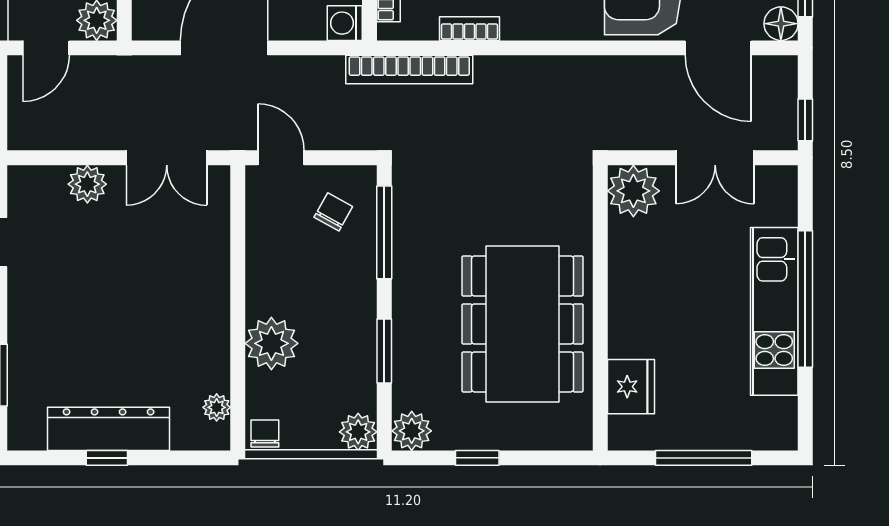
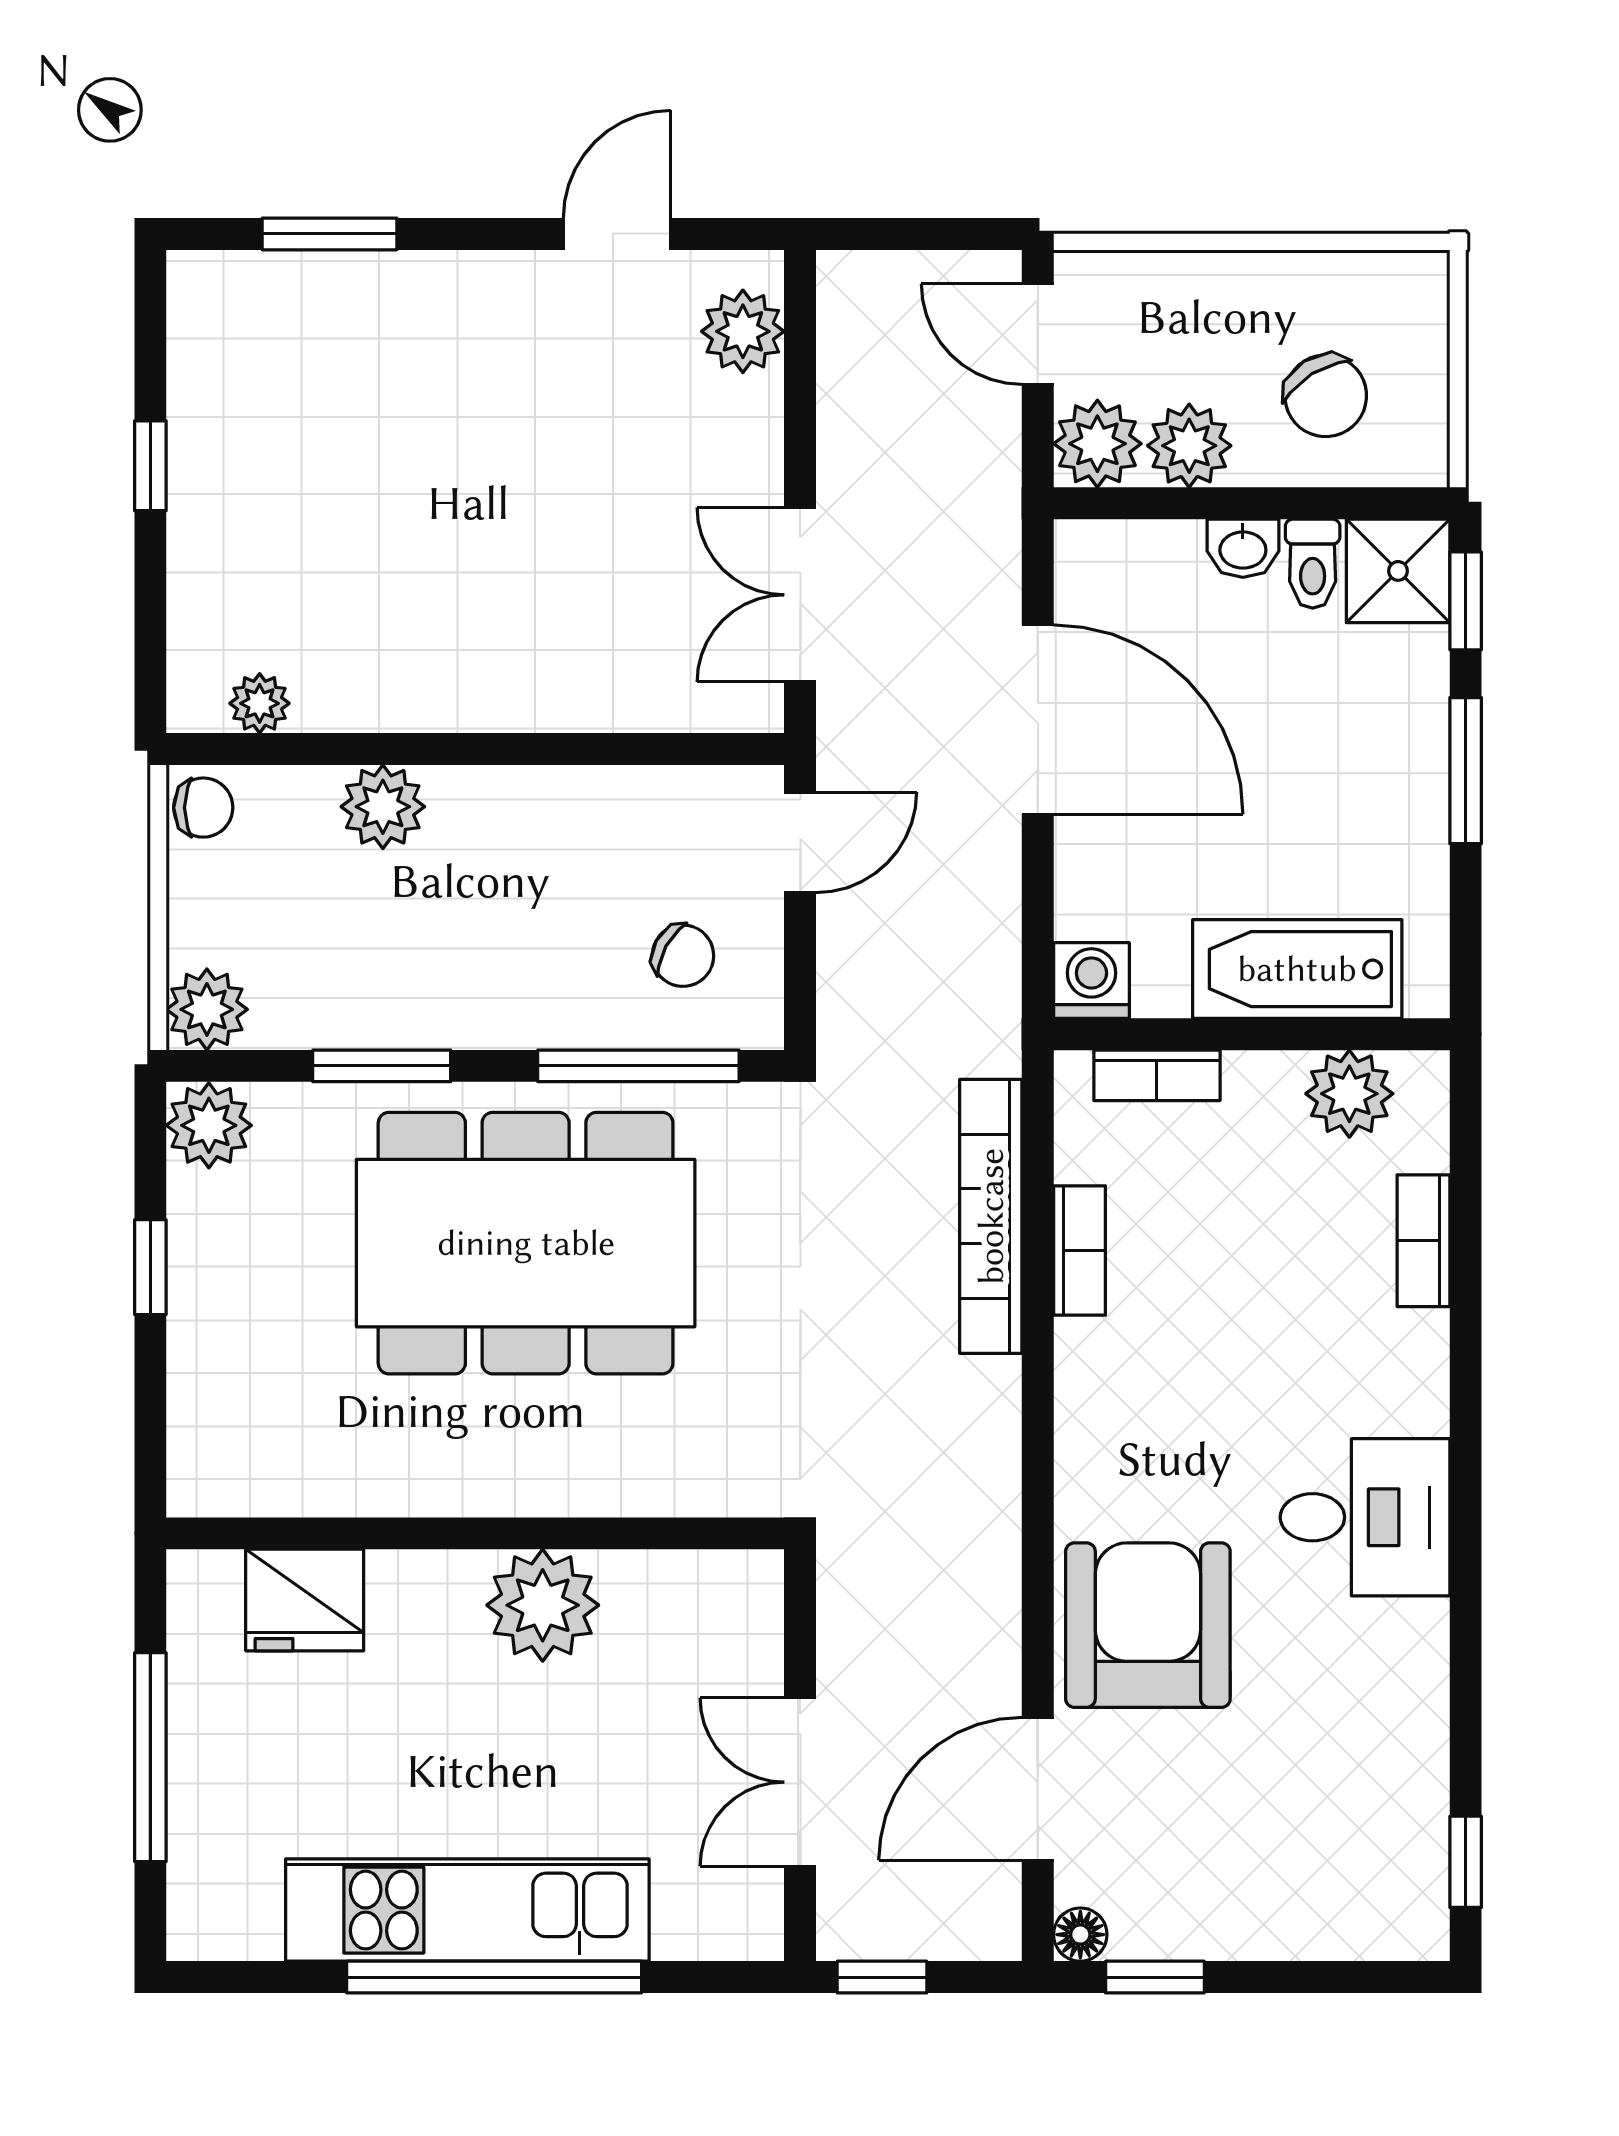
floor lamp: (781, 24) -> (1080, 1935), width x0.73, depth x0.73
bookcase: (409, 70) -> (991, 1216), moved
plant: (87, 184) -> (743, 331), moved
plant: (633, 191) -> (543, 1605), moved
dining table: (523, 324) -> (526, 1243), moved
plant: (271, 343) -> (383, 807), width x0.73, depth x0.73
dresser: (109, 429) -> (213, 469), removed

